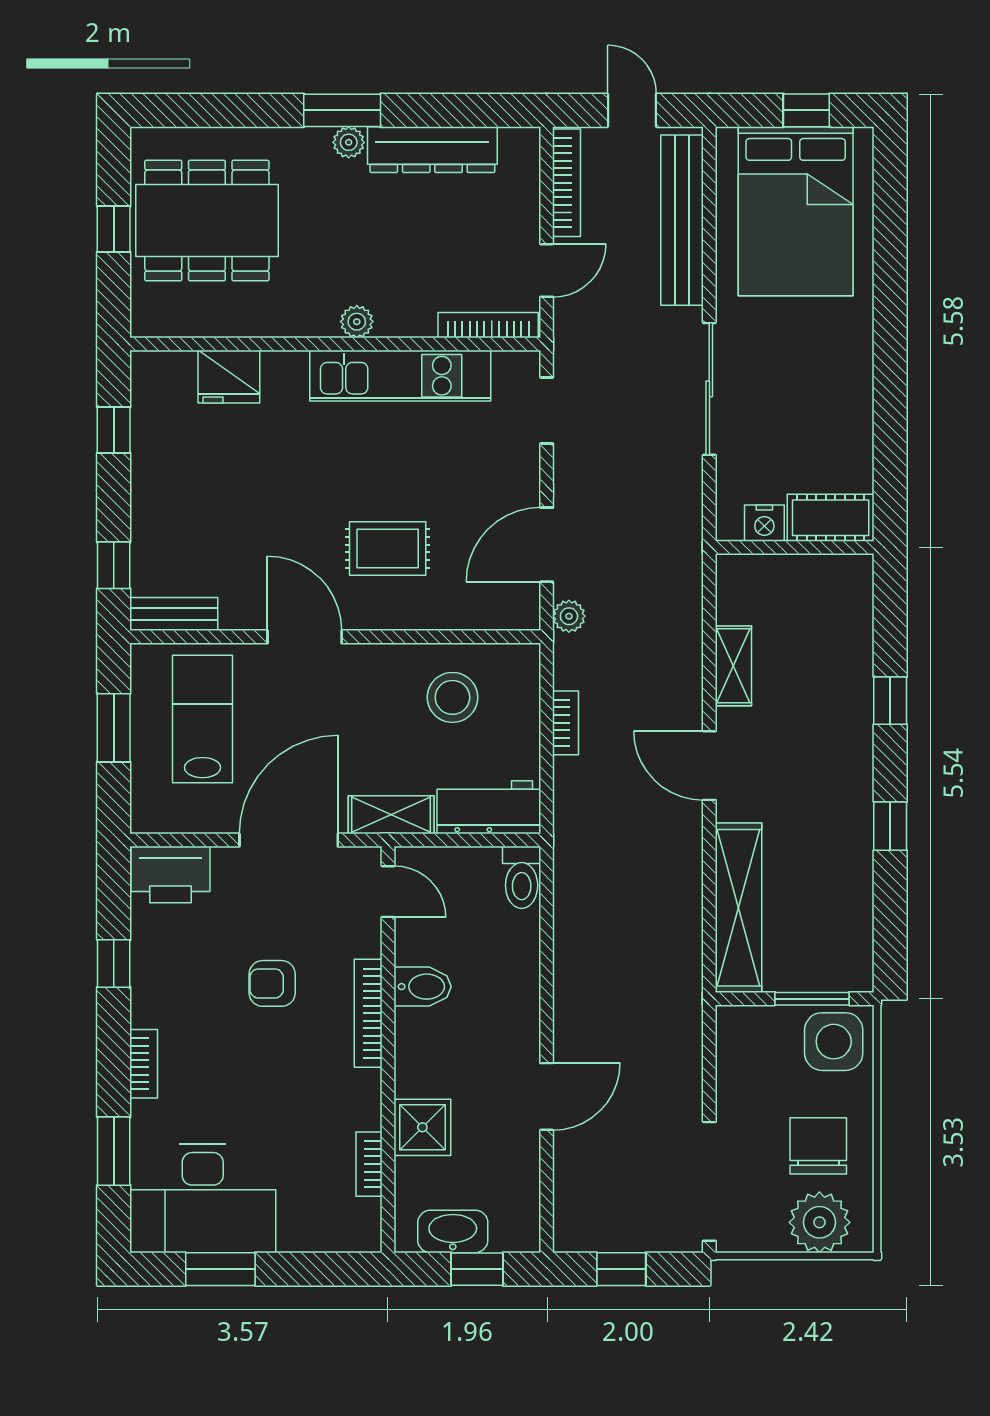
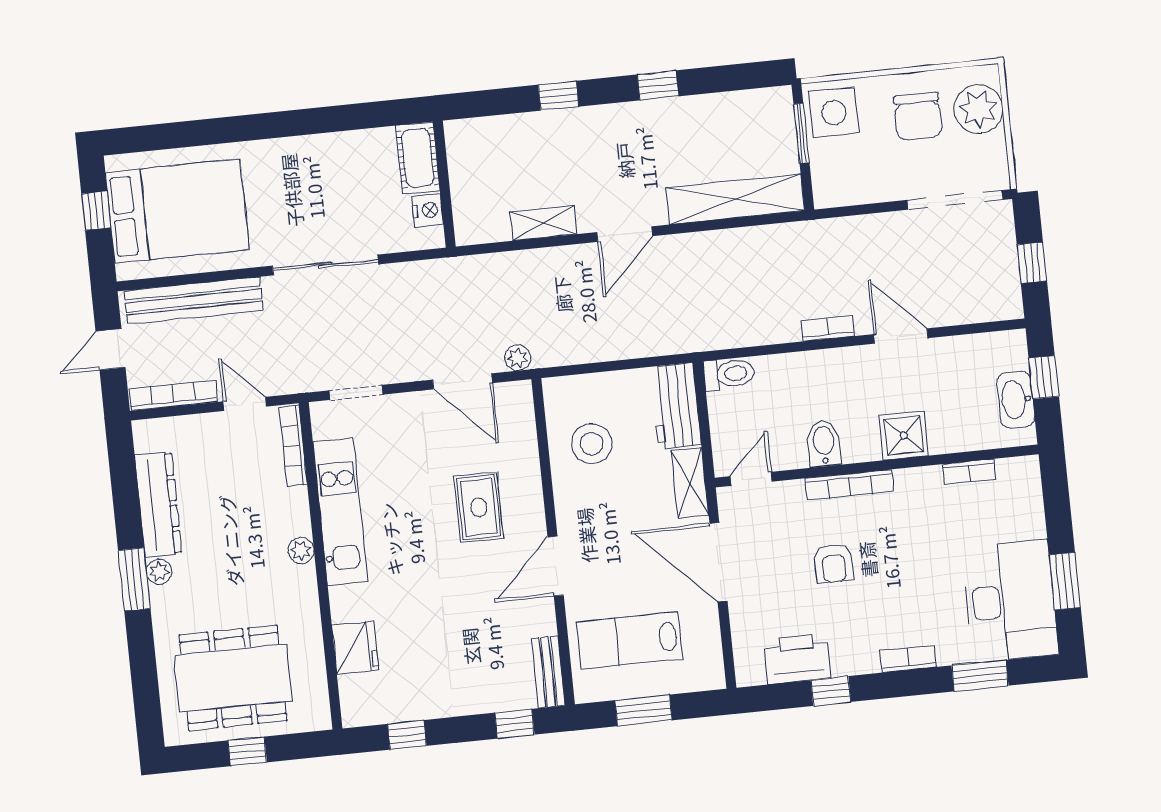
dining table: (207, 221) -> (233, 678), turned 90
bookcase: (566, 723) -> (827, 329), moved
printer: (170, 875) -> (797, 659), moved, turned -90
shower: (422, 1127) -> (904, 436), moved
chair: (818, 1146) -> (918, 116), turned -90

